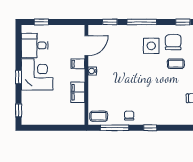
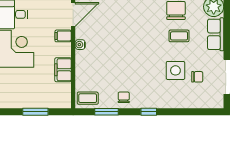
side table: (151, 46) -> (175, 70), moved
window: (54, 128) -> (35, 112), added
window: (115, 128) -> (107, 112), width x0.69

